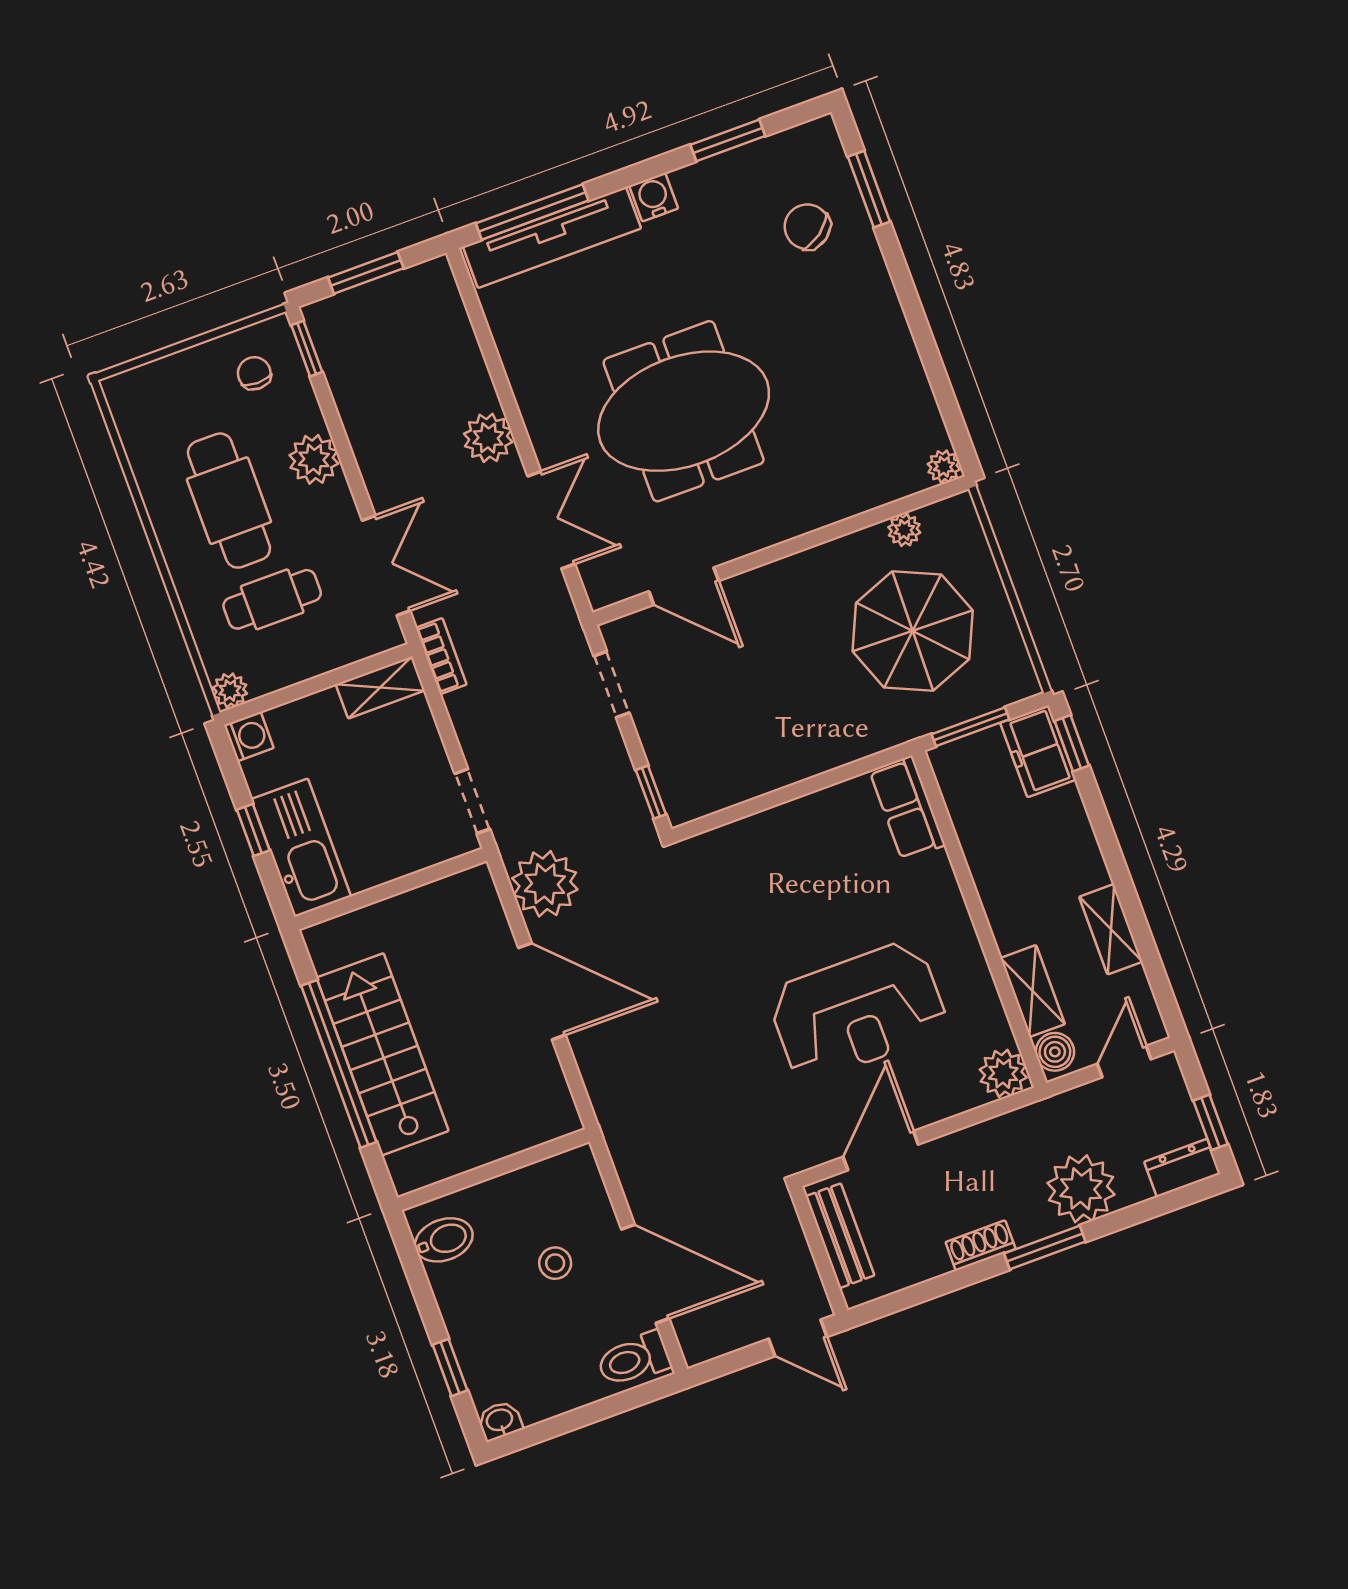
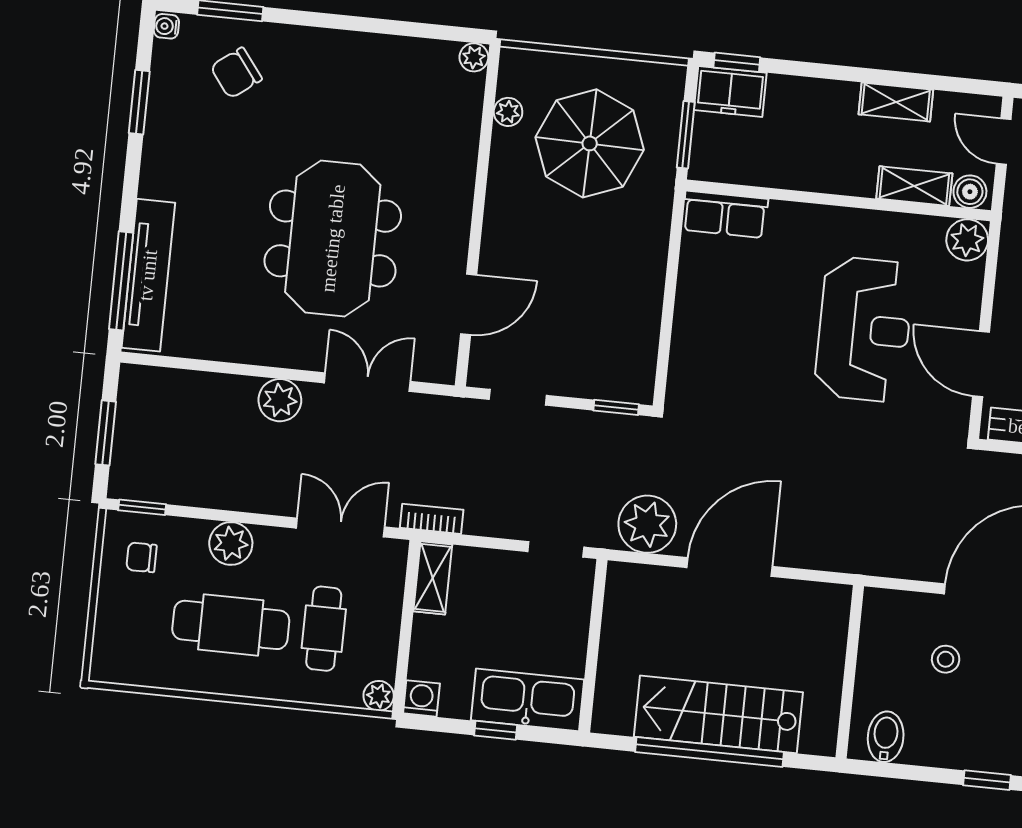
water cooler: (654, 197) -> (166, 26), moved, width x0.72, depth x0.72

